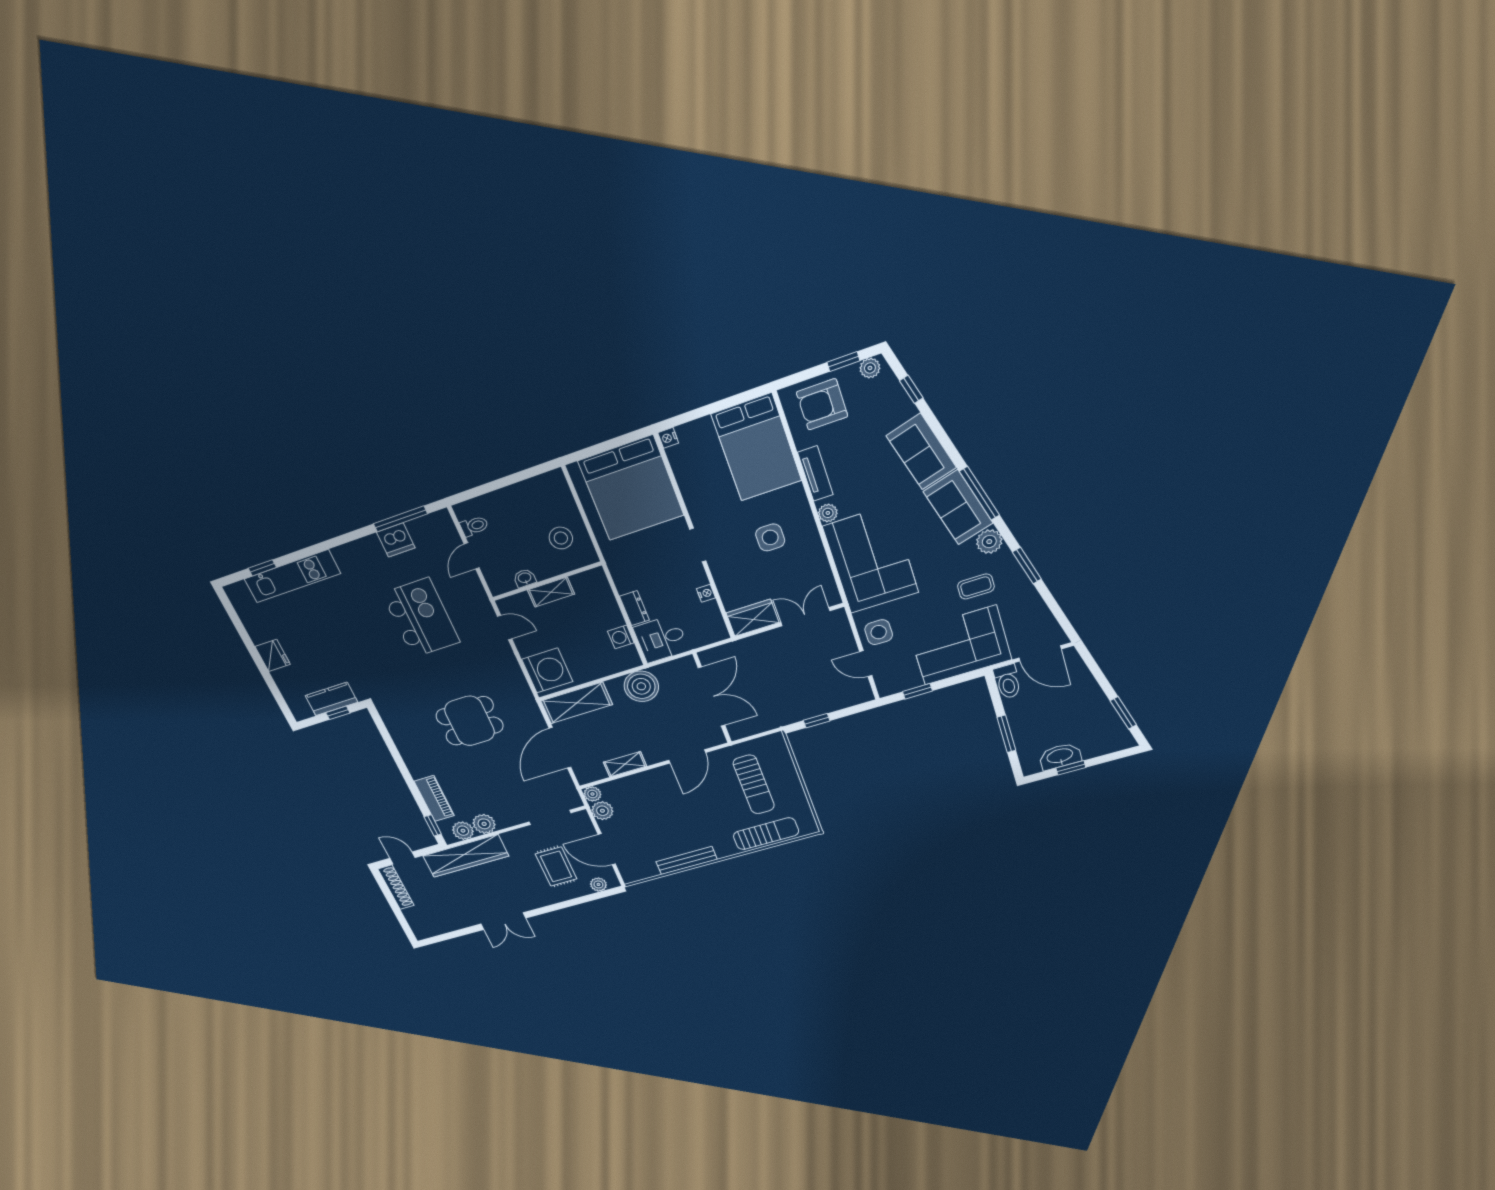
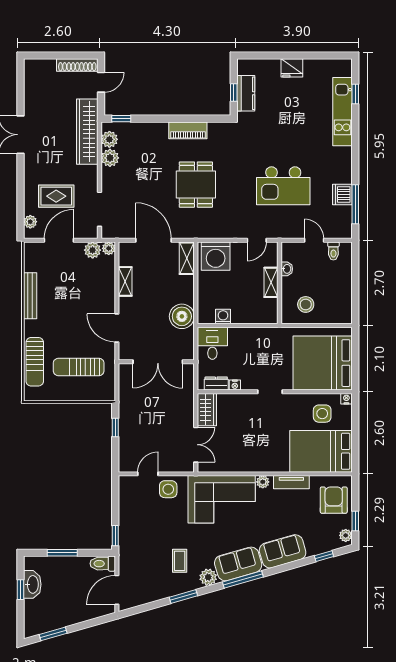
side table: (770, 537) -> (322, 414), moved
dresser: (634, 608) -> (216, 383), moved, turned 180
corner sofa: (960, 645) -> (140, 540), removed
window: (917, 691) -> (115, 536), moved
shelving: (577, 703) -> (187, 258), width x0.67, depth x0.75
piano: (434, 798) -> (188, 130), moved

